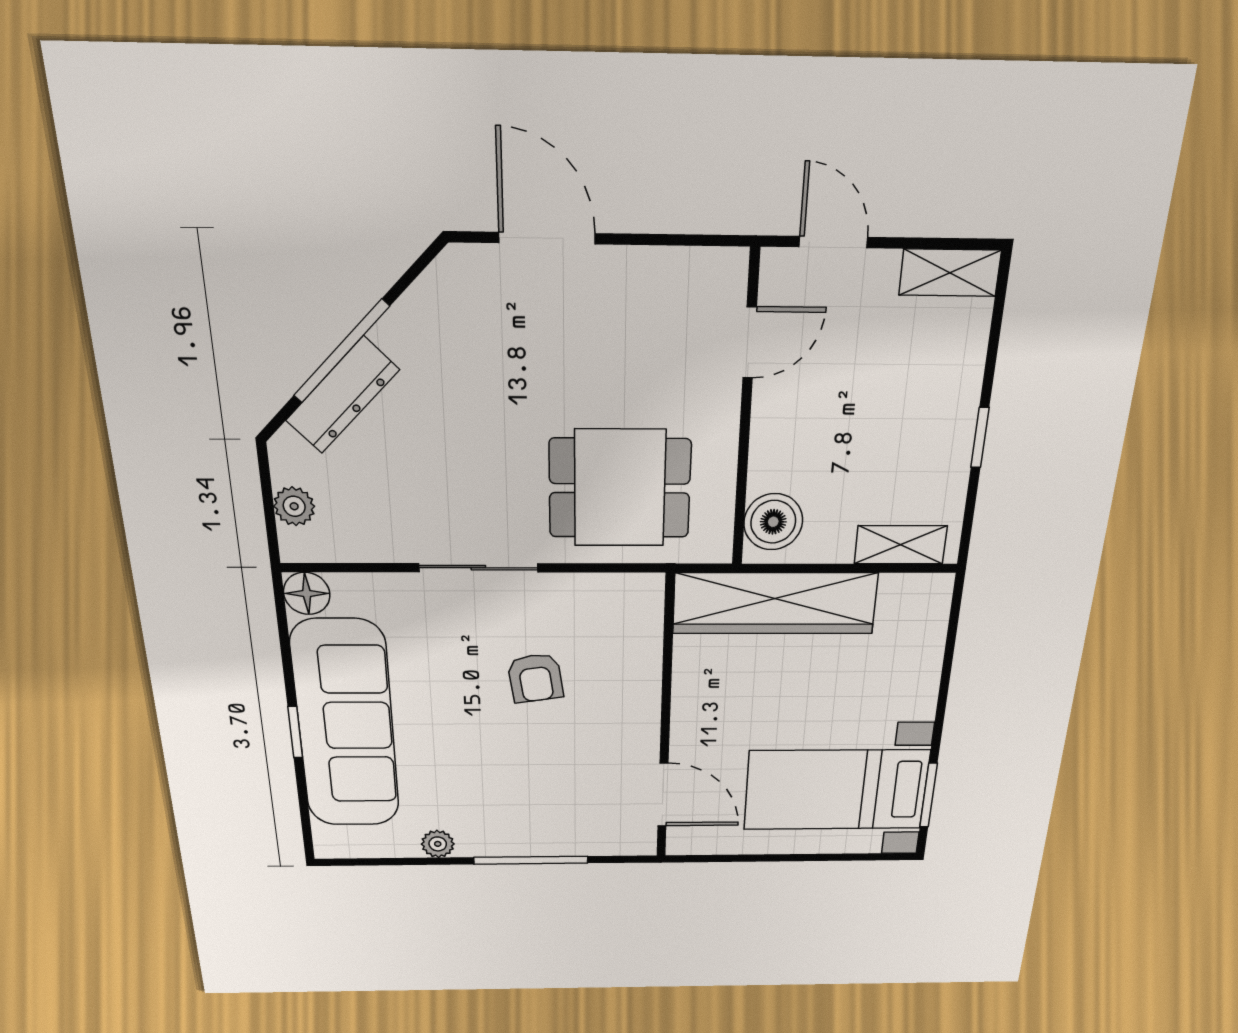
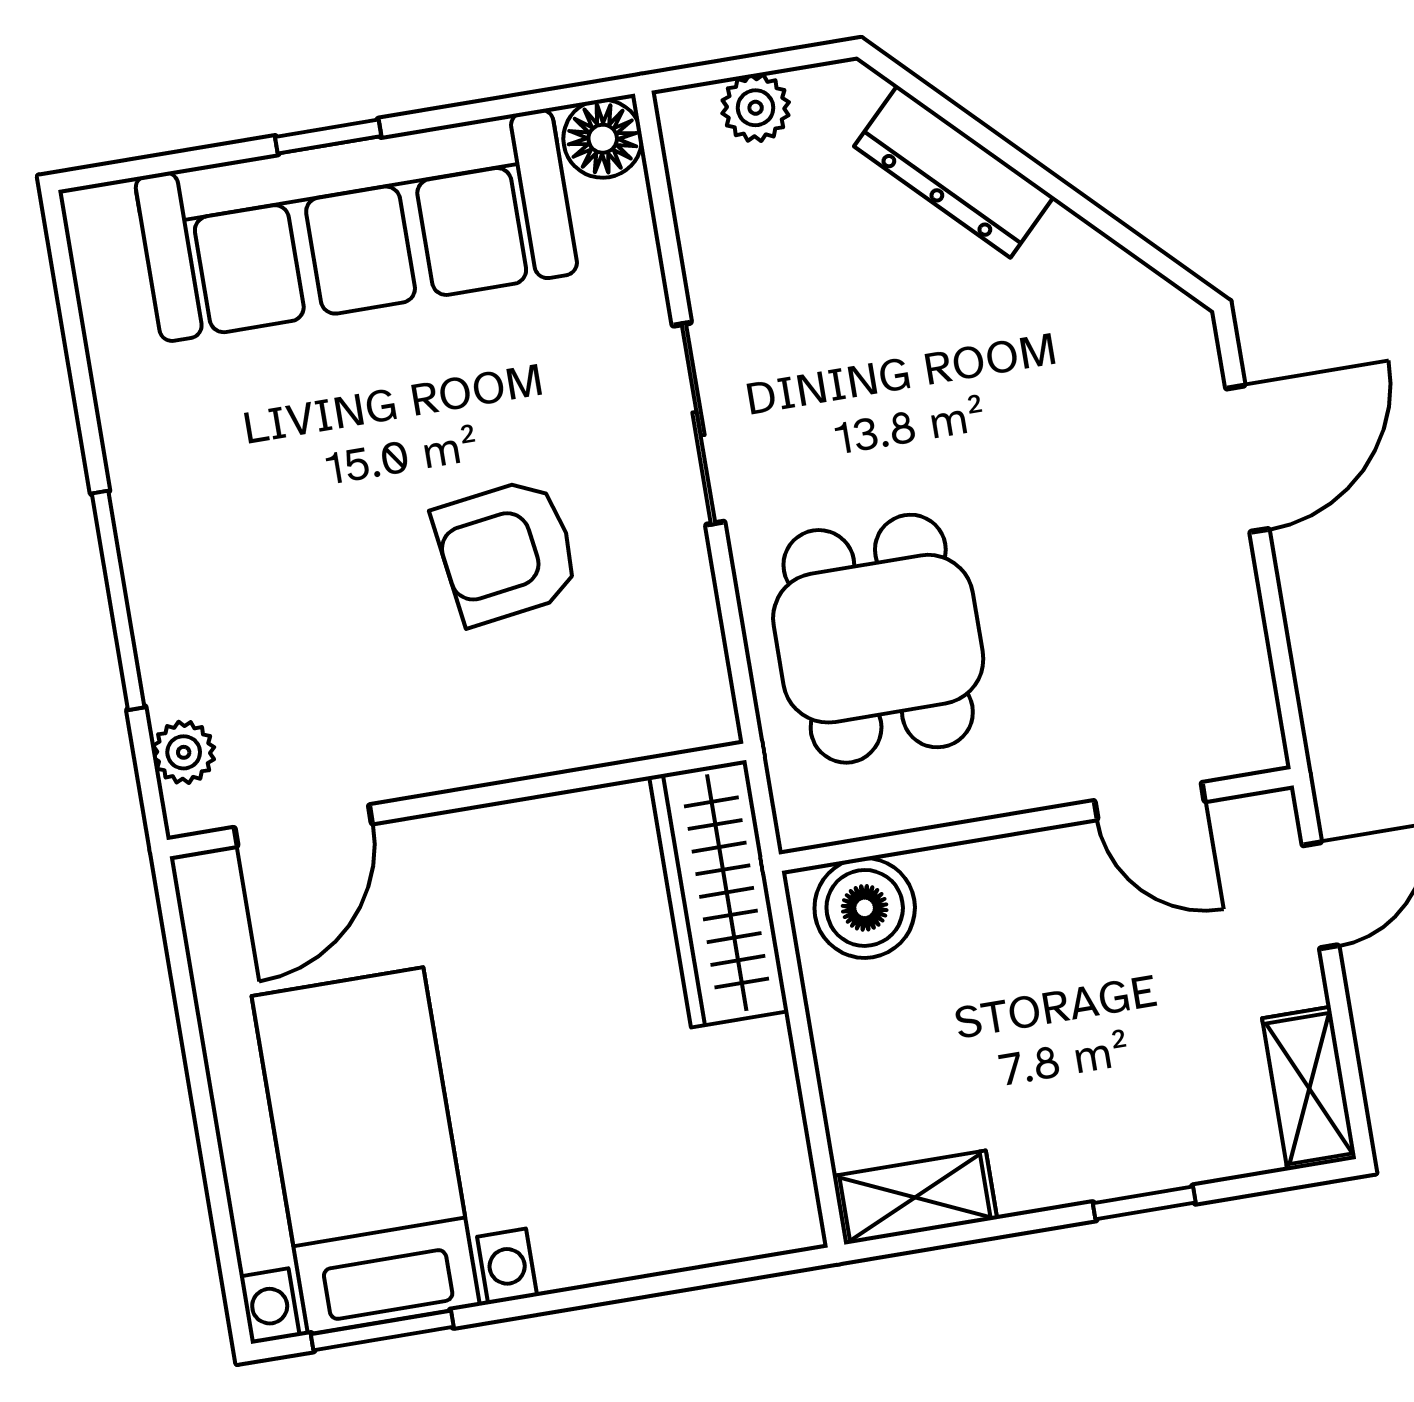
window: (341, 351) -> (1023, 164), removed
window: (980, 438) -> (1144, 1203), moved
shelving: (901, 545) -> (915, 1198), moved, turned 90
wardrobe: (775, 603) -> (719, 894), width x0.71, depth x0.85
armchair: (535, 678) -> (507, 551), width x1.38, depth x1.38
plant: (438, 844) -> (184, 752), moved

